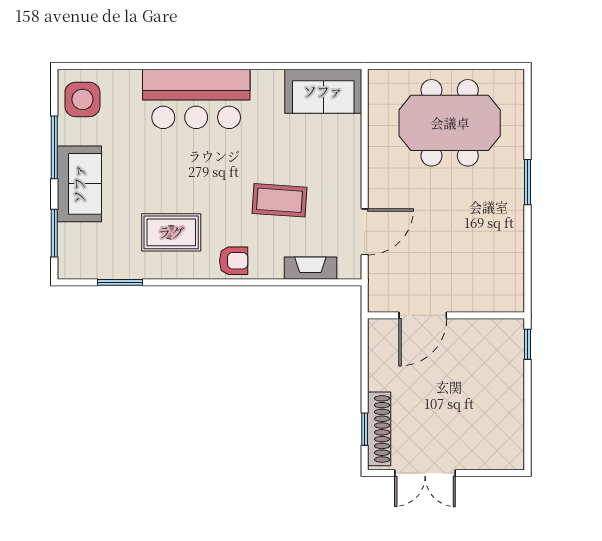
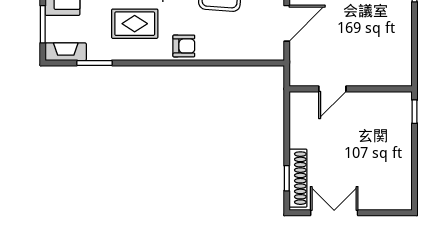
fireplace: (310, 268) -> (66, 52), moved
door: (423, 315) -> (332, 89), width x0.73
double door: (425, 473) -> (334, 213), swing flipped

